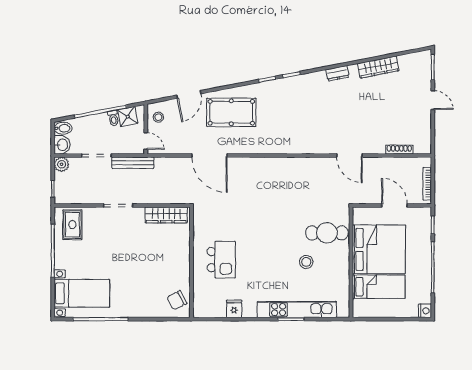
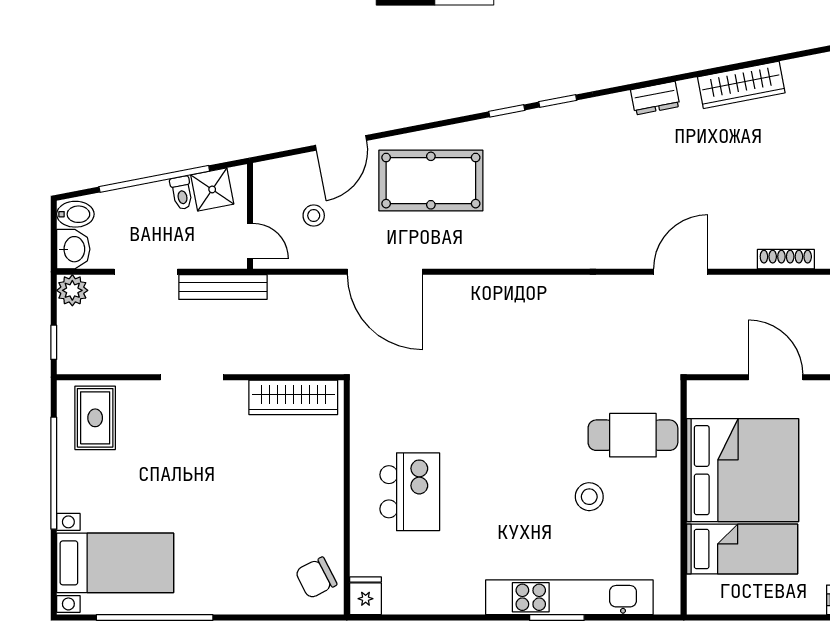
stool: (158, 117) -> (314, 216), moved
door: (350, 155) -> (681, 272), swing flipped
fridge: (234, 309) -> (366, 596), moved

